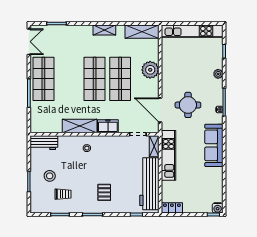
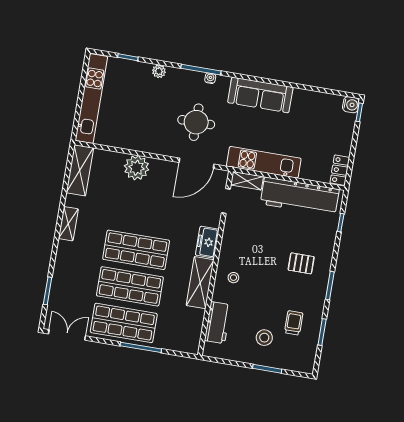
shop shelf: (120, 79) -> (130, 286), moved
workbench: (44, 143) -> (218, 323), moved

